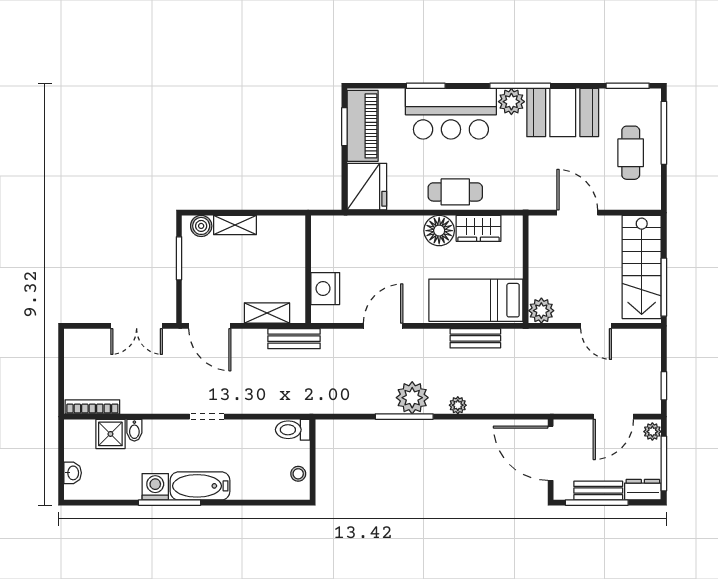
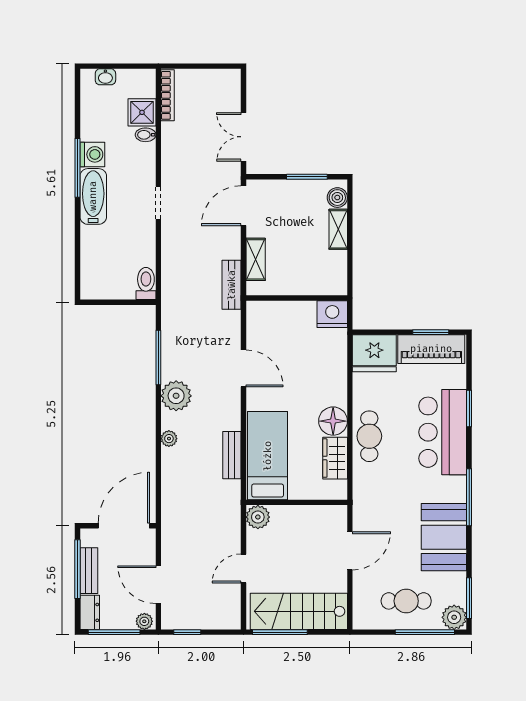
plant: (511, 102) -> (454, 617), moved
nightstand: (325, 289) -> (332, 314), moved
window: (404, 417) -> (158, 358), moved
stool: (298, 474) -> (105, 289), removed

